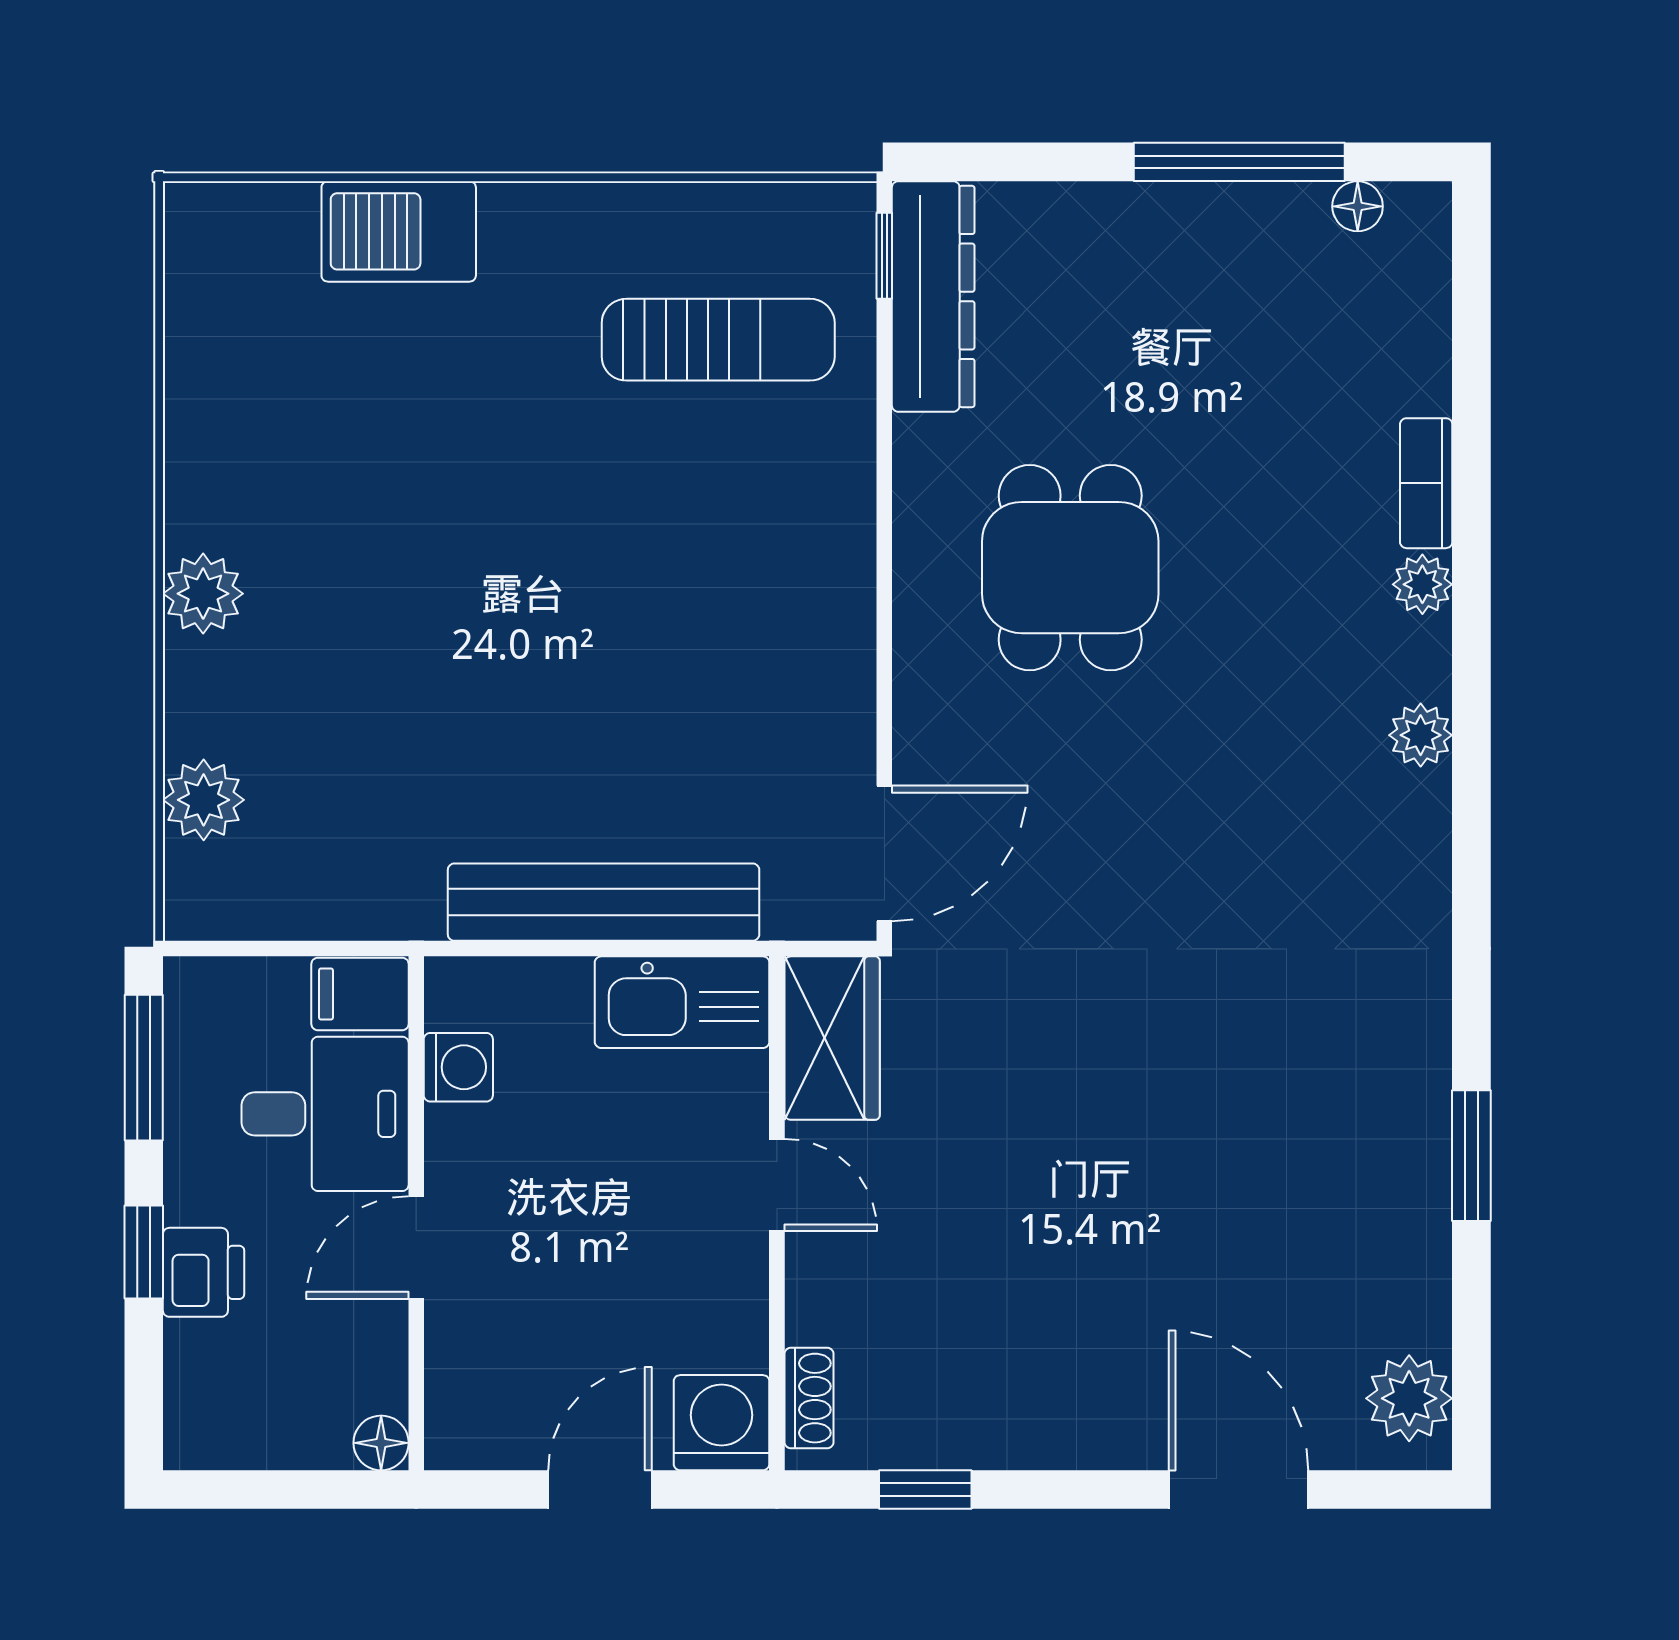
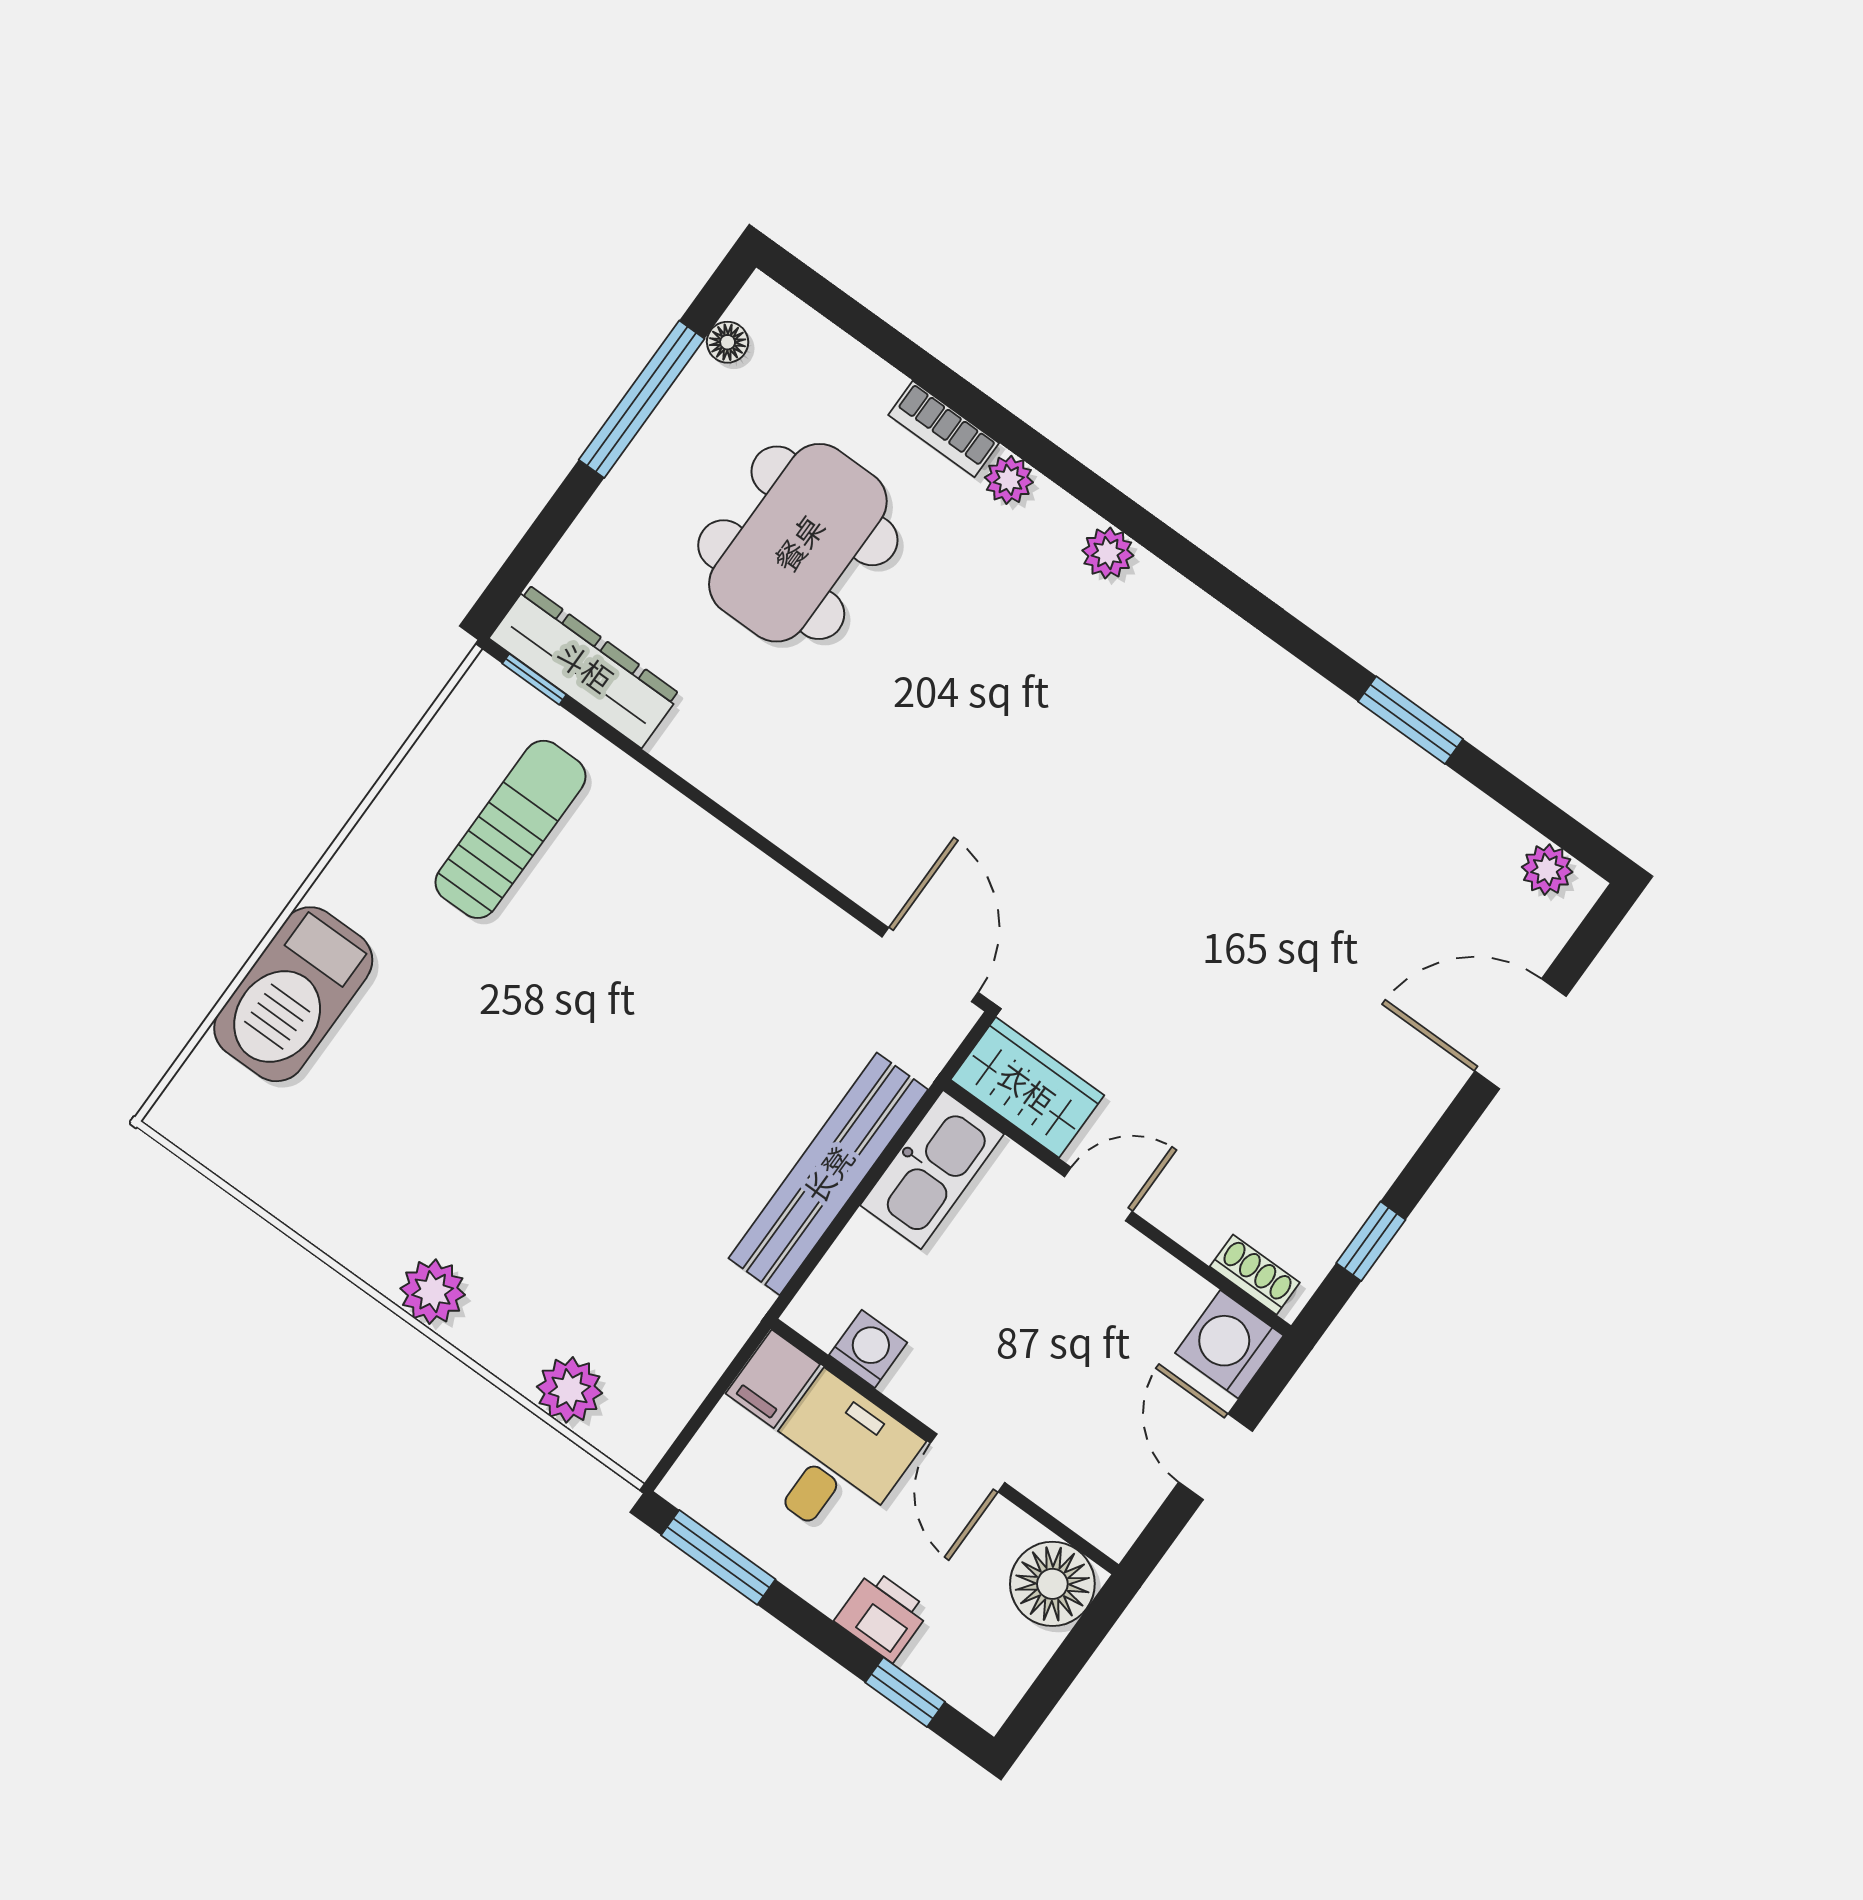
barbecue: (399, 231) -> (293, 994), width x1.37, depth x1.21
dining table: (1070, 568) -> (798, 543), moved, width x1.38
window: (144, 1252) -> (905, 1692), moved
plant: (1409, 1398) -> (1547, 870), width x0.73, depth x0.73
floor lamp: (381, 1443) -> (1052, 1584), width x1.89, depth x1.89

